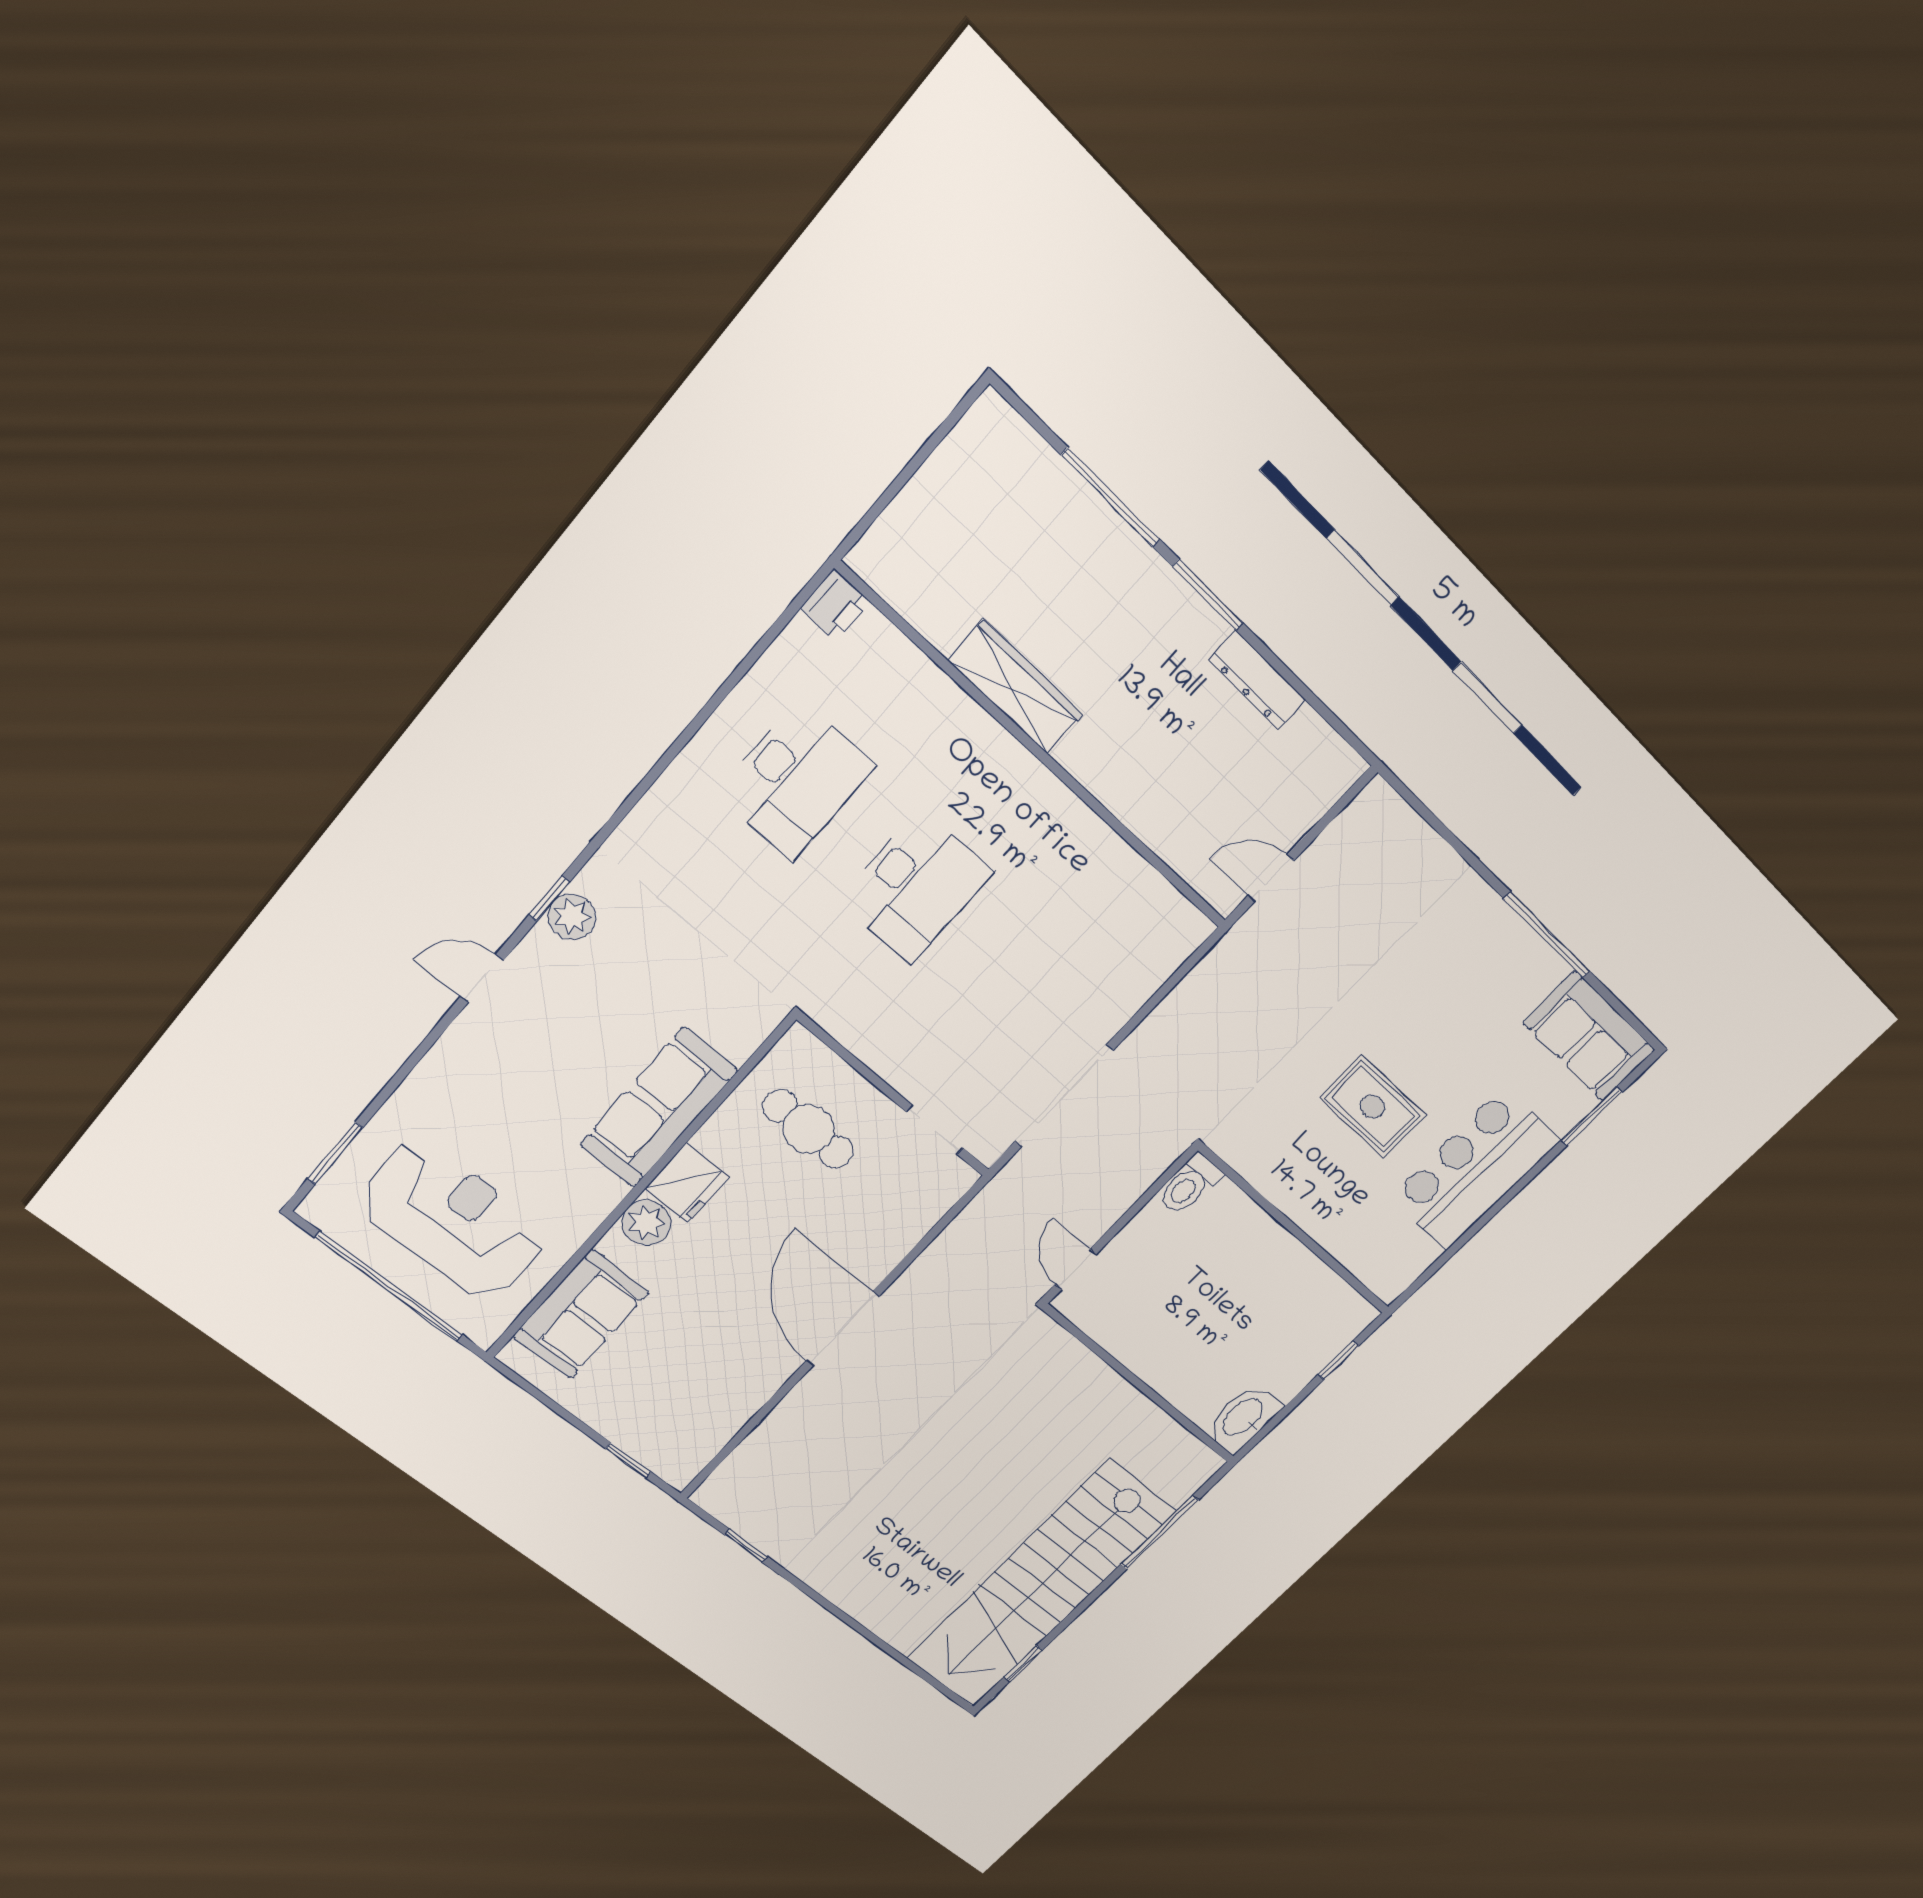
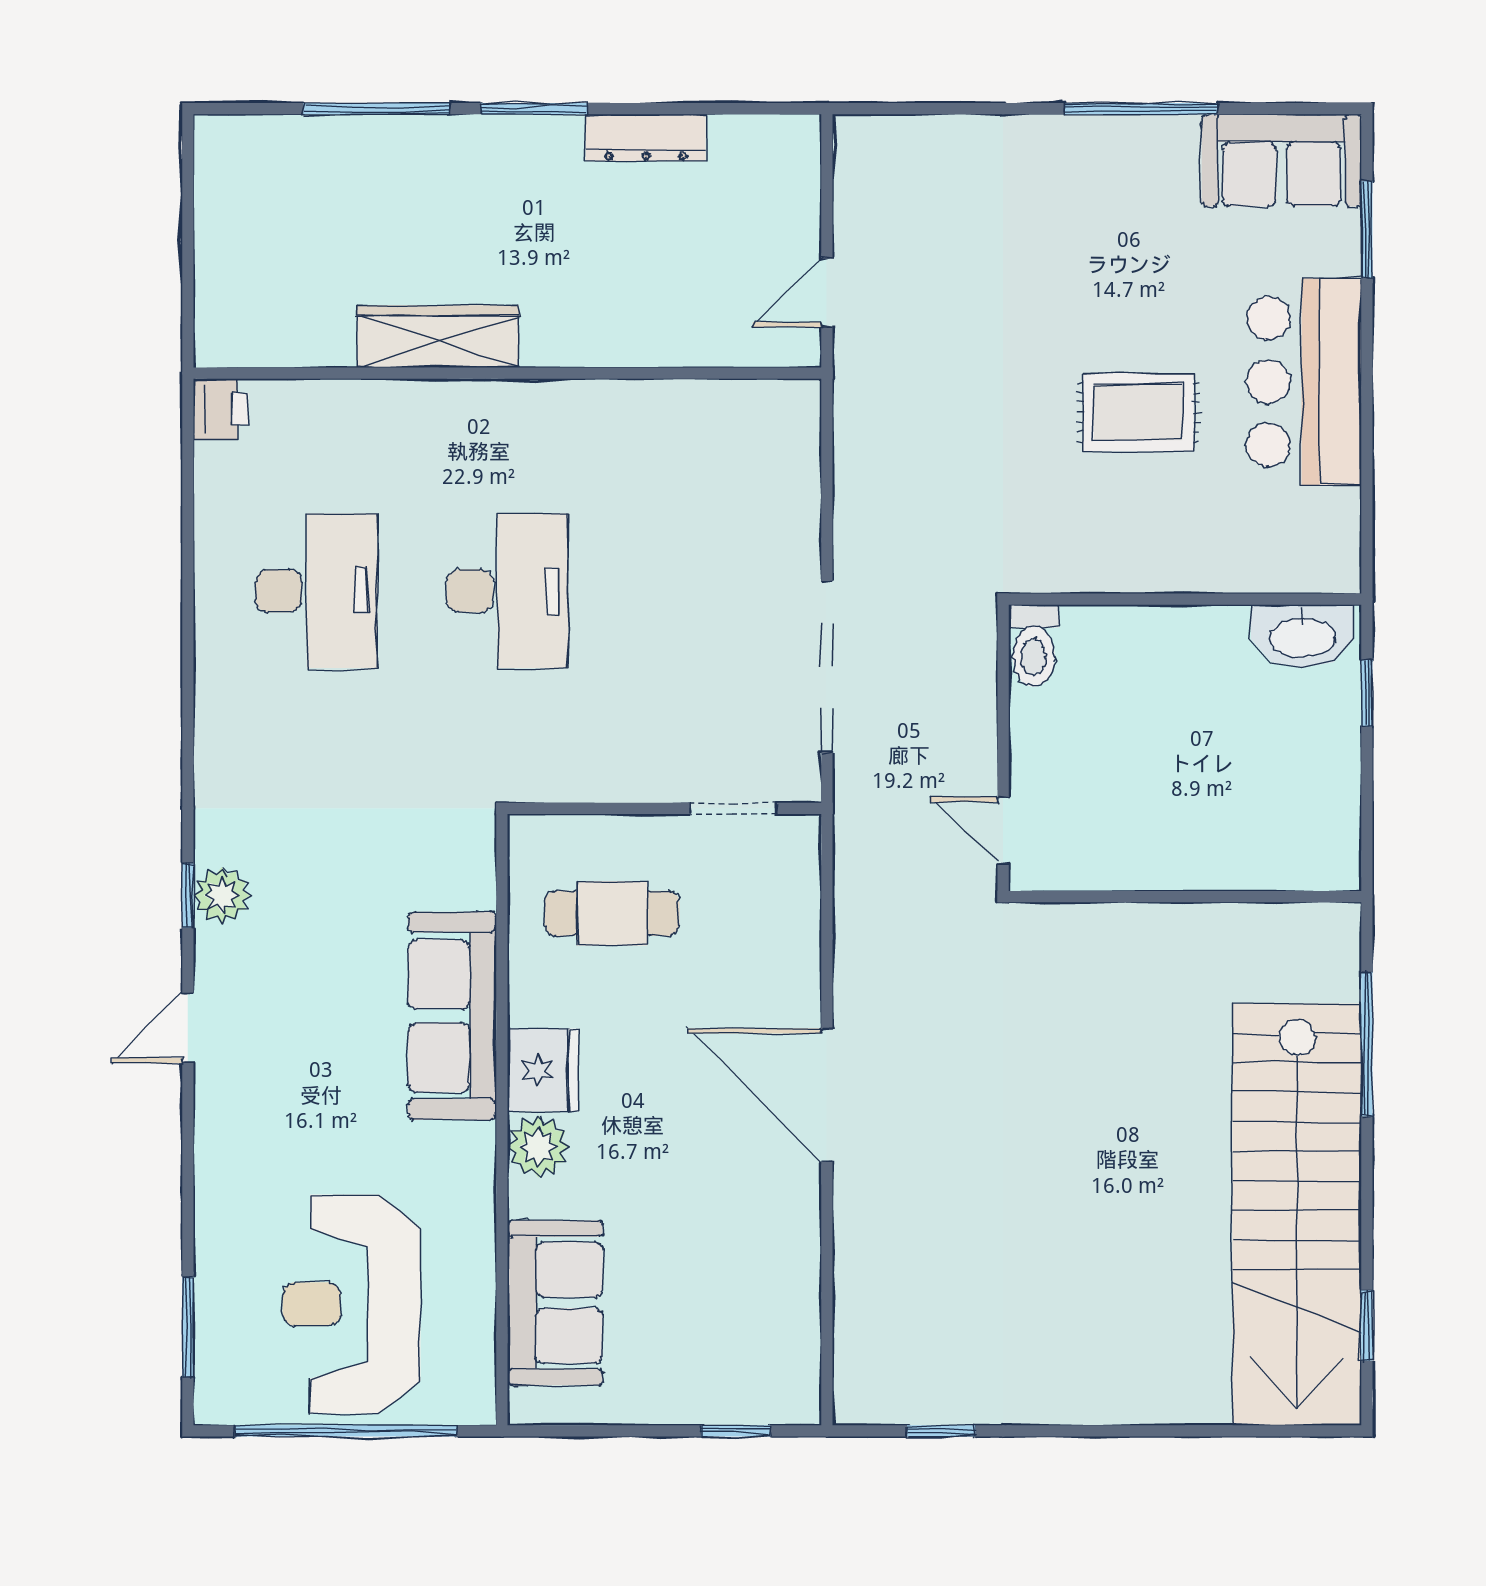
reception desk: (453, 1220) -> (352, 1304), turned -90
washbasin: (1243, 1418) -> (1303, 636), moved, turned -90

